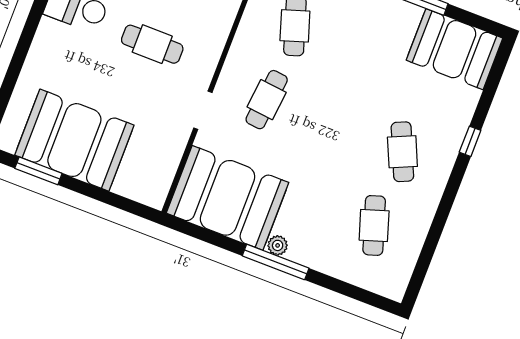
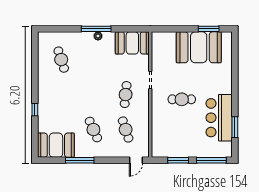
cafe table: (402, 152) -> (93, 130), moved
booth: (228, 198) -> (132, 43), width x0.73, depth x0.70

